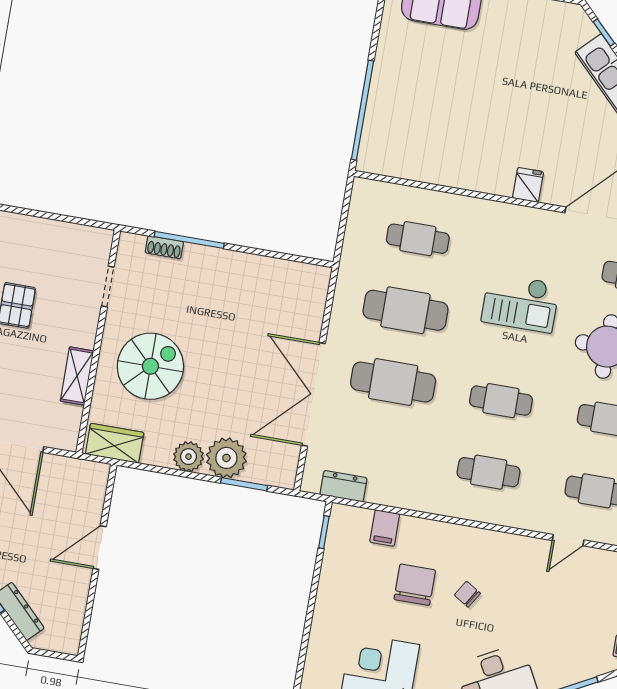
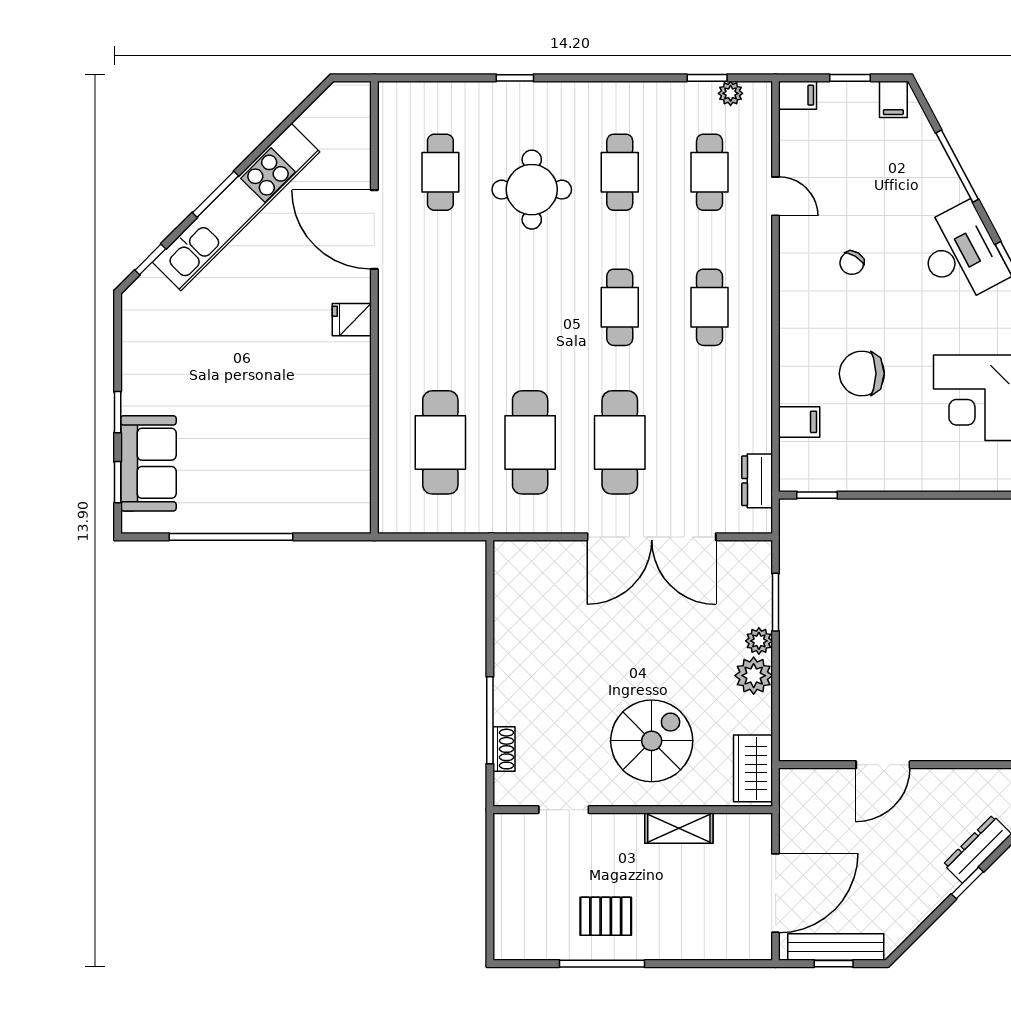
window: (362, 110) -> (231, 537), moved
cafe table: (418, 239) -> (440, 442), width x1.37, depth x1.35
checkout: (520, 303) -> (497, 304), removed
spiral stairs: (150, 366) -> (652, 741), turned 90
plant: (226, 458) -> (759, 641), width x0.53, depth x0.53
door: (100, 548) -> (883, 765), hinge flipped
chair: (467, 594) -> (852, 263), moved

